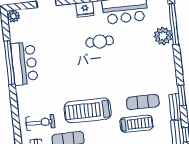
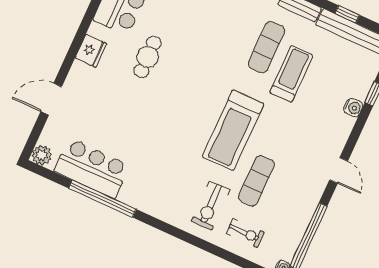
bar counter: (24, 63) -> (92, 168), moved
exercise bike: (40, 122) -> (210, 205), turned 180

